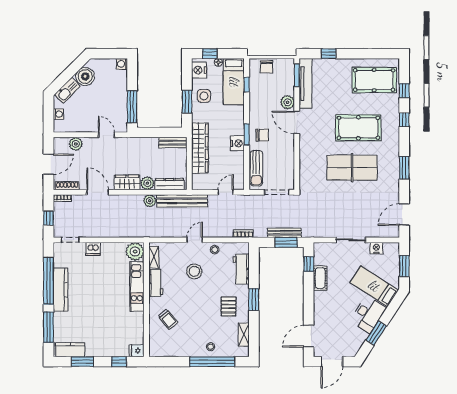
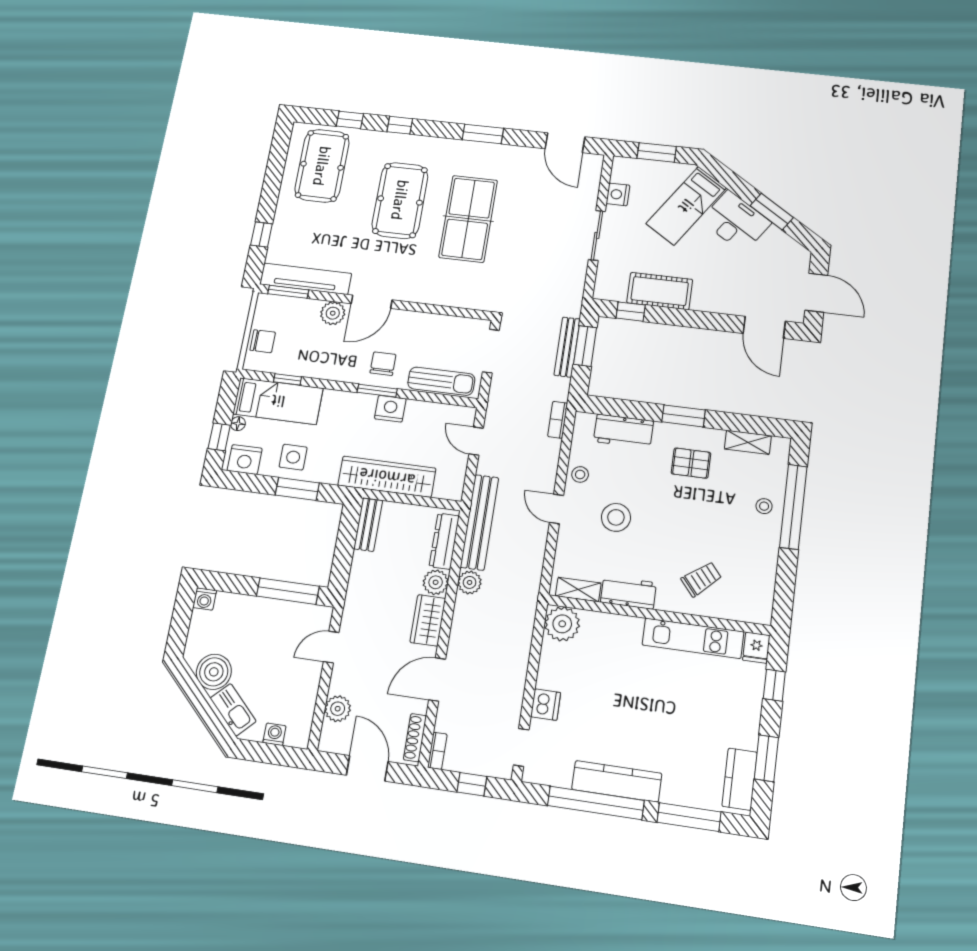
cot: (320, 278) -> (660, 291), width x1.37, depth x1.34
kitchen unit: (137, 287) -> (693, 638), moved

